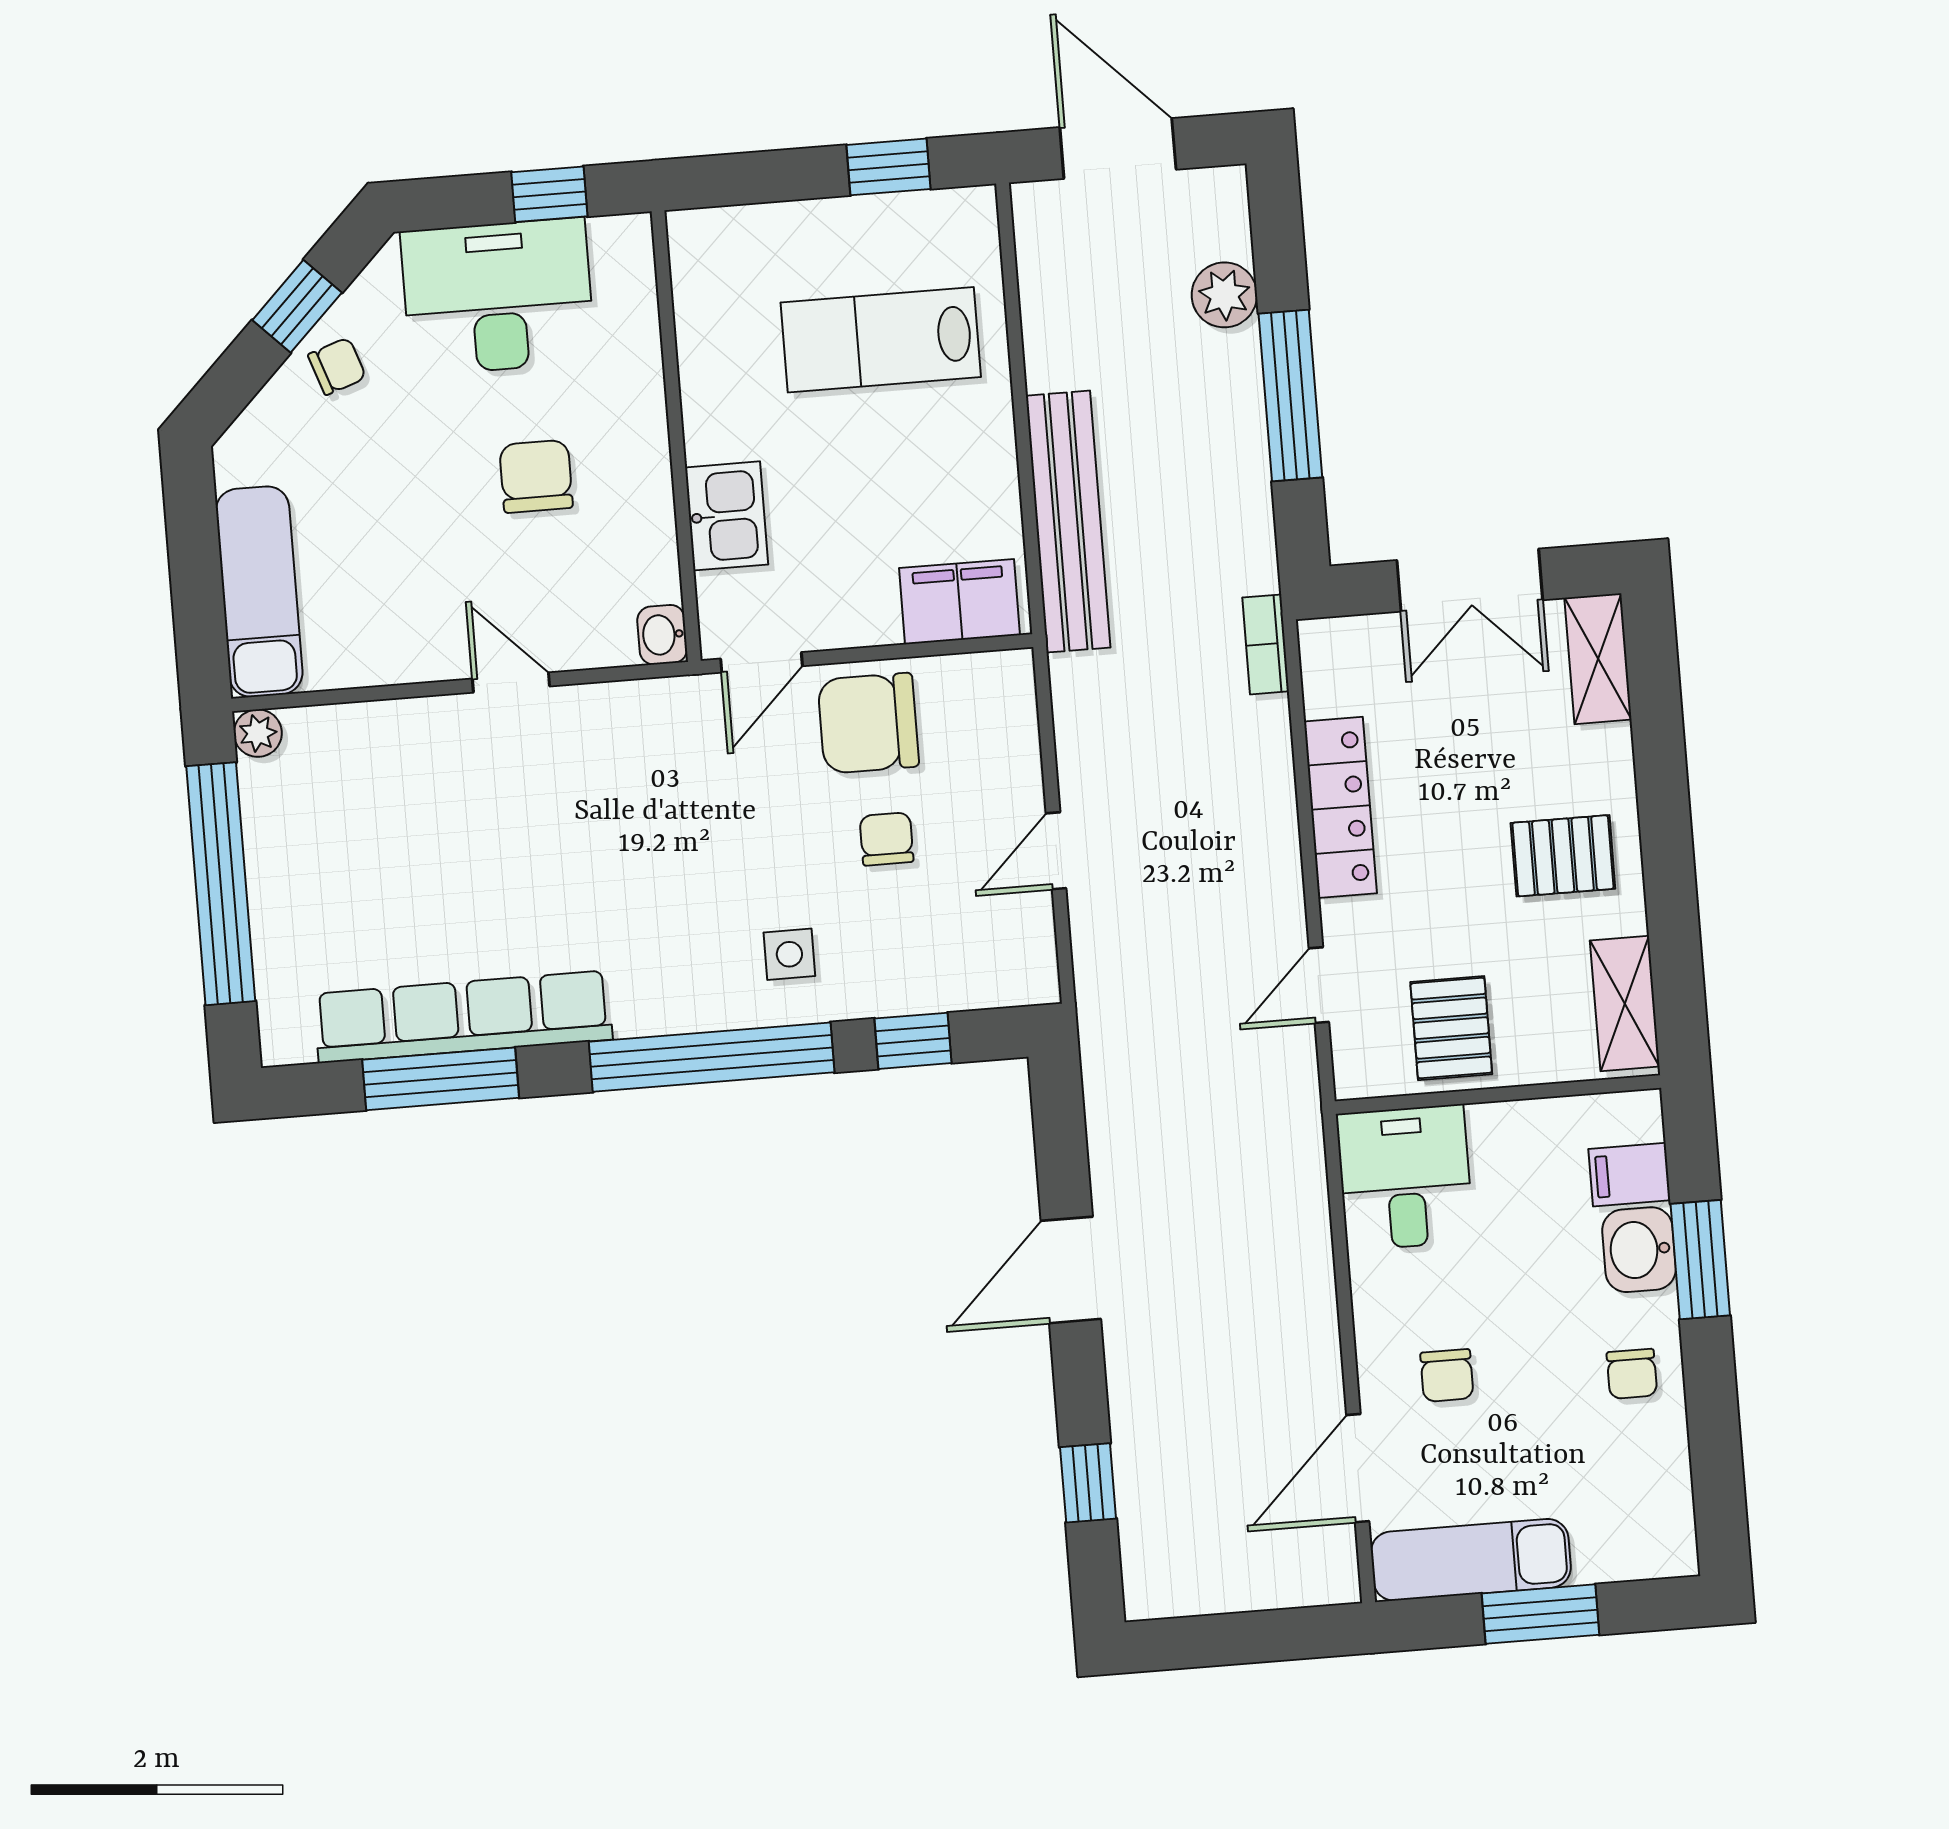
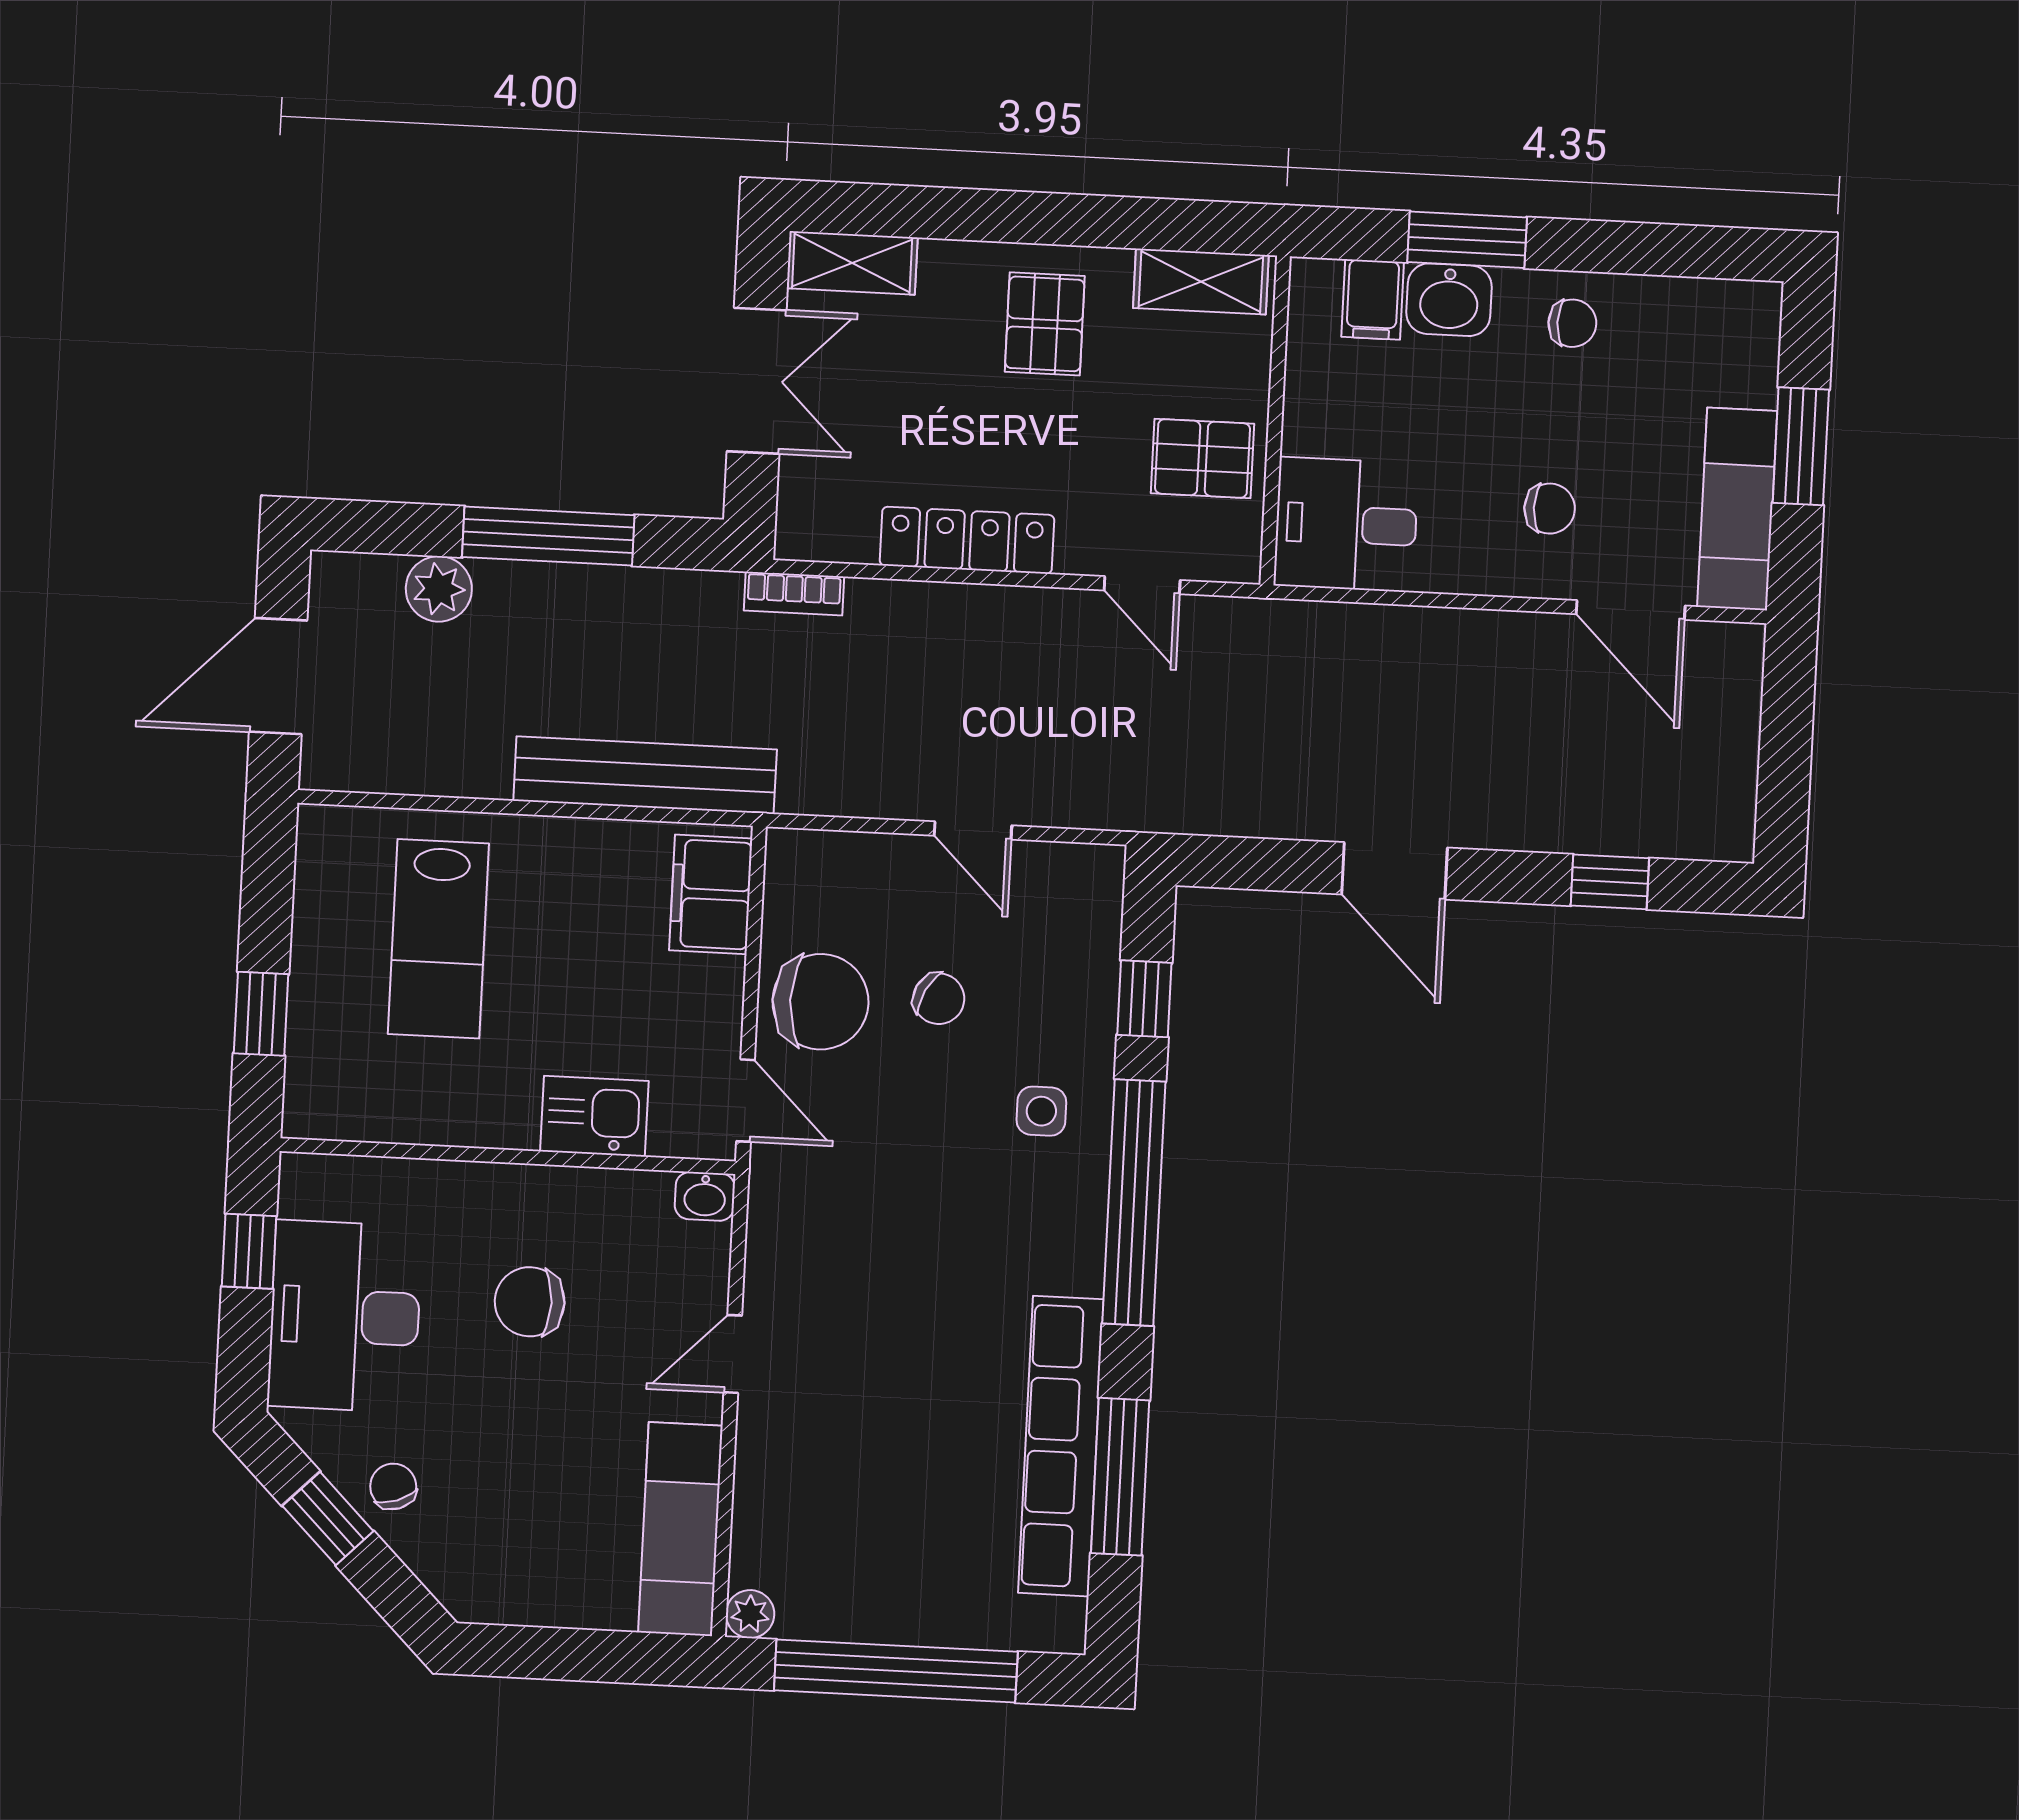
window: (888, 167) -> (261, 1014), moved
exam couch: (259, 592) -> (680, 1529), moved, turned -90
chair: (868, 723) -> (820, 1002), turned -90
chair: (887, 839) -> (939, 999), turned -152

